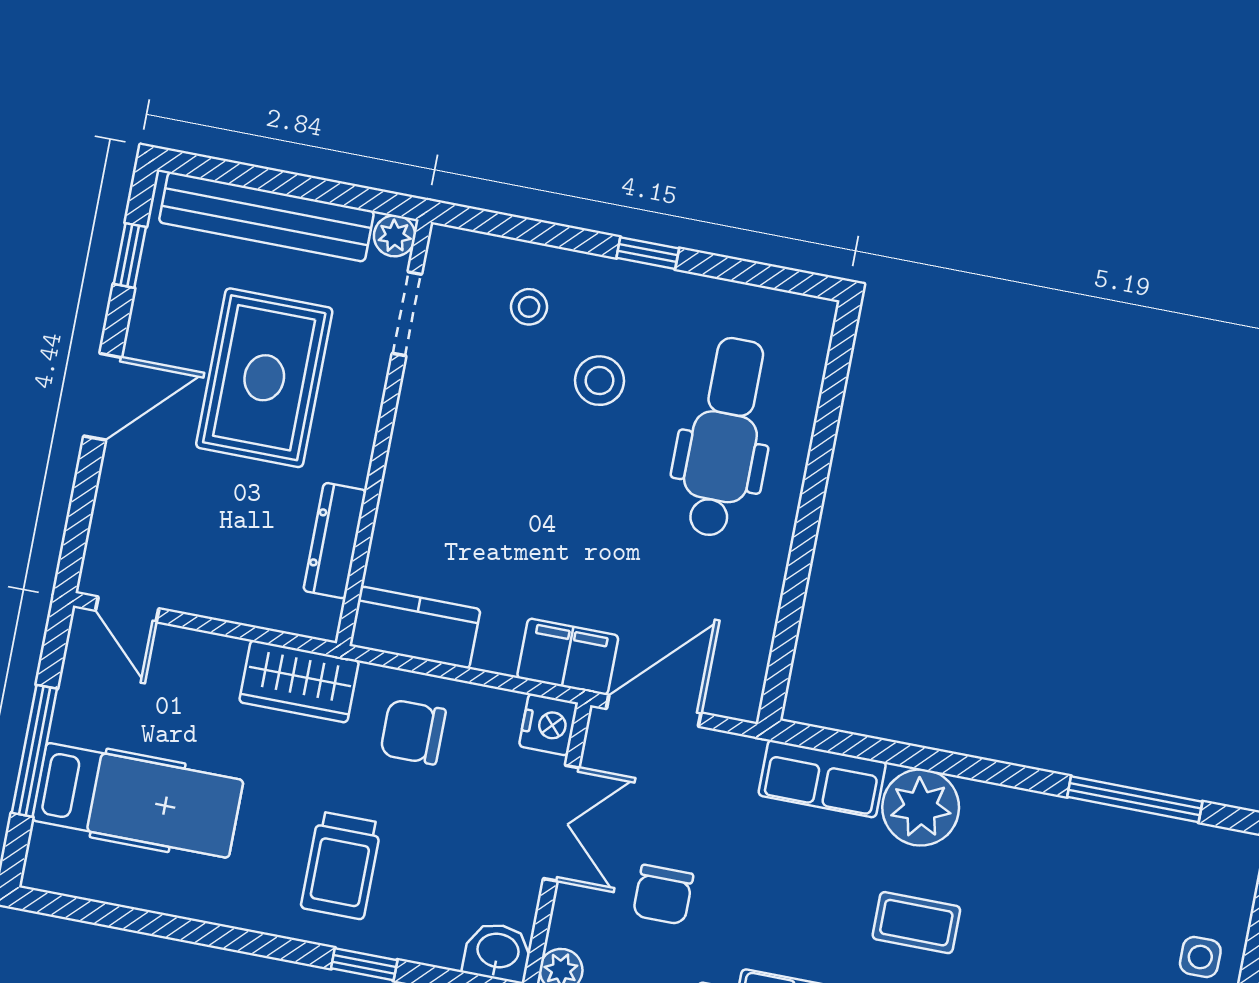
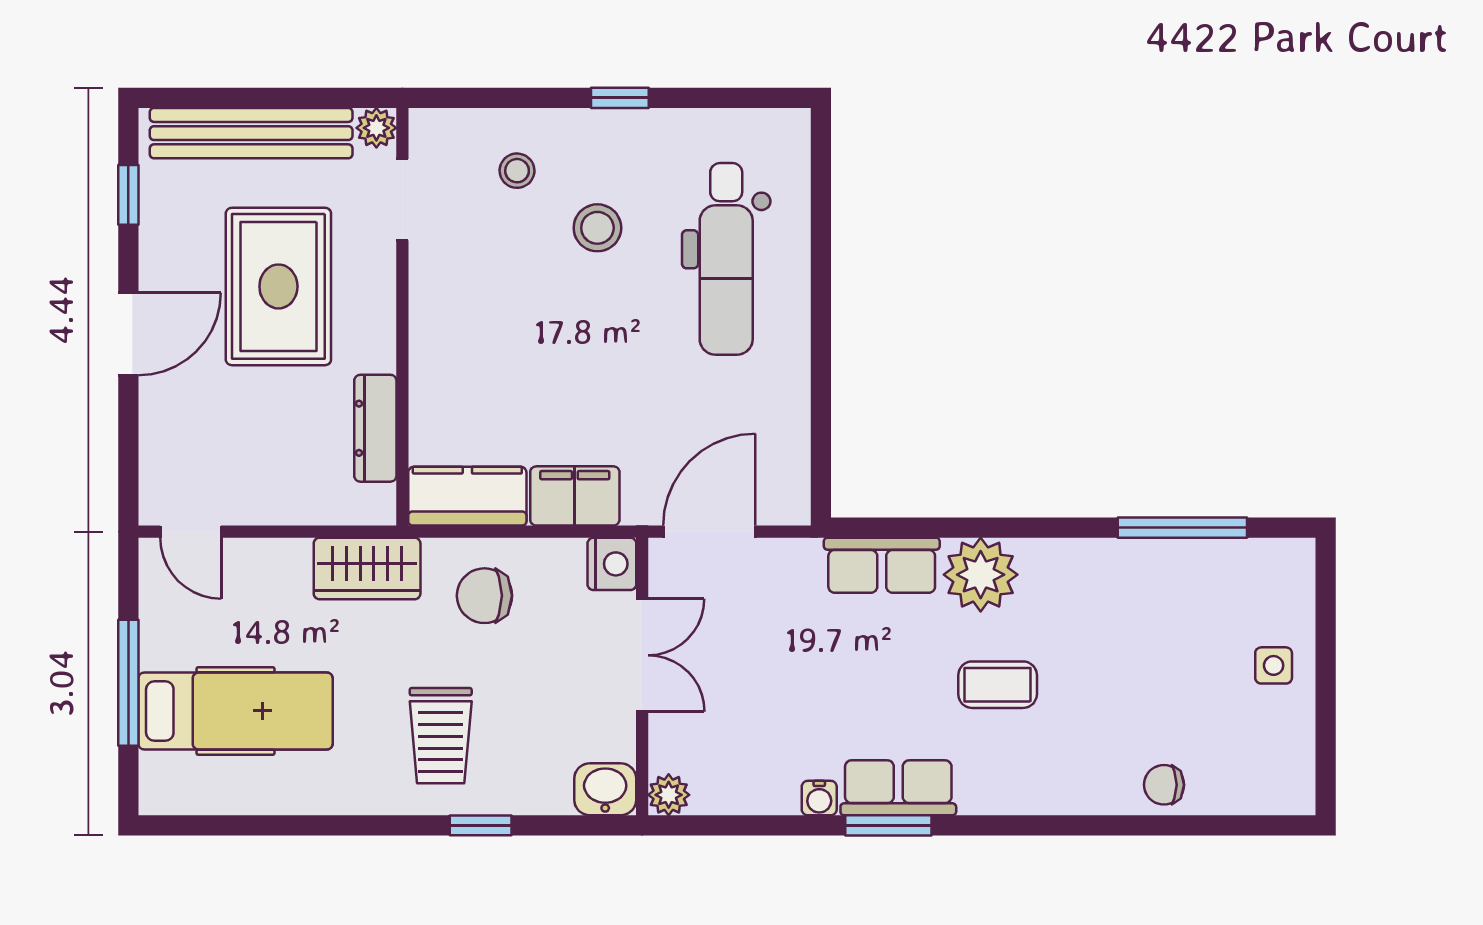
dental chair: (724, 437) -> (726, 259), turned 180
filing cabinet: (568, 657) -> (575, 496), moved
chair: (663, 895) -> (752, 705), removed

